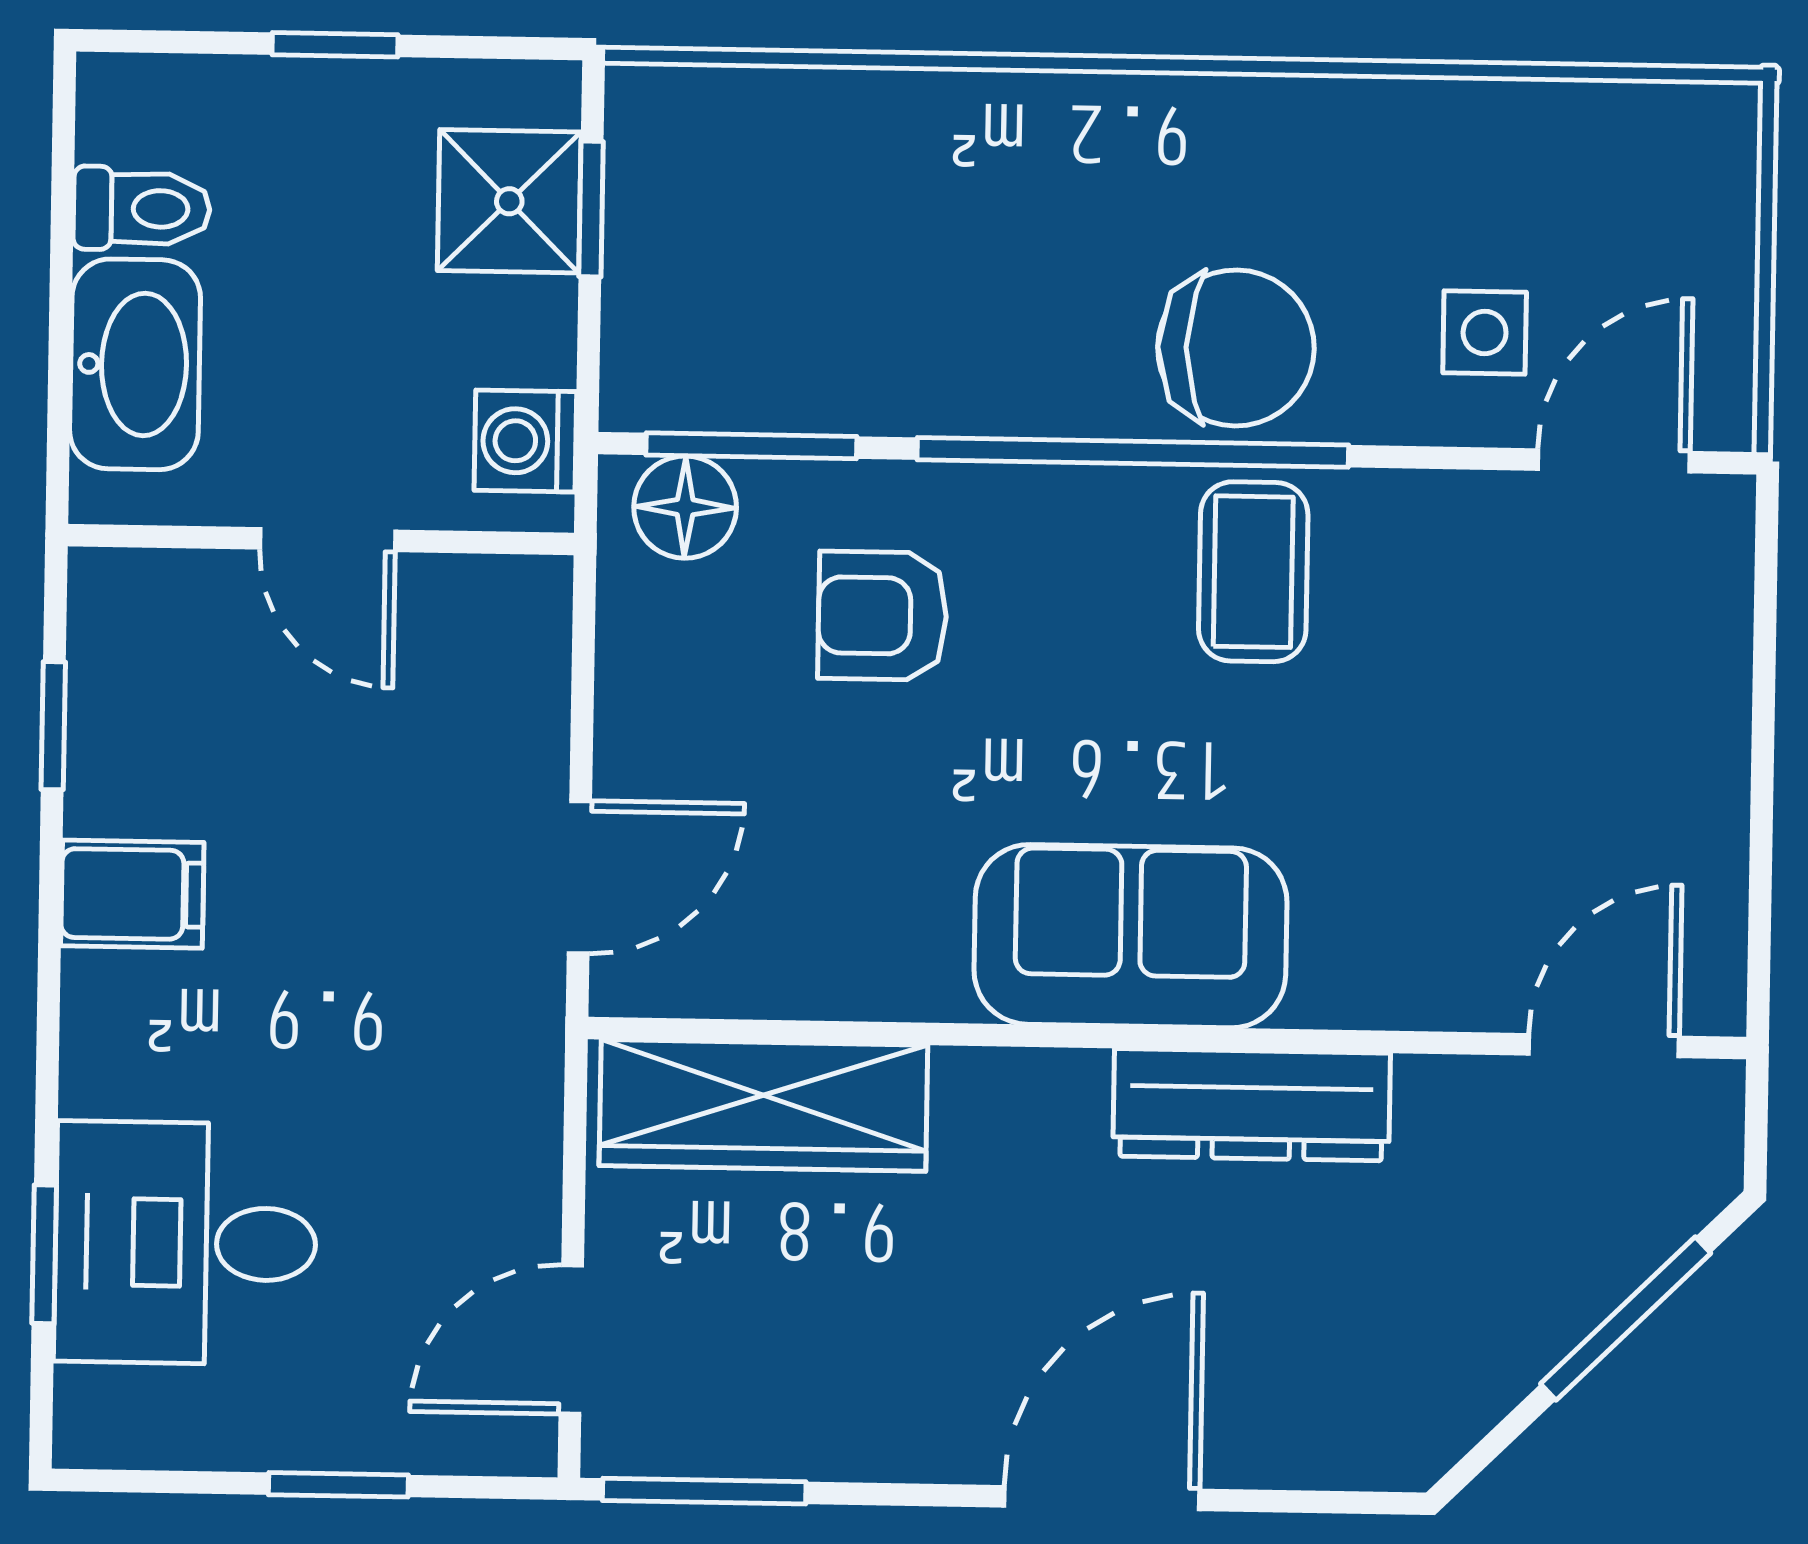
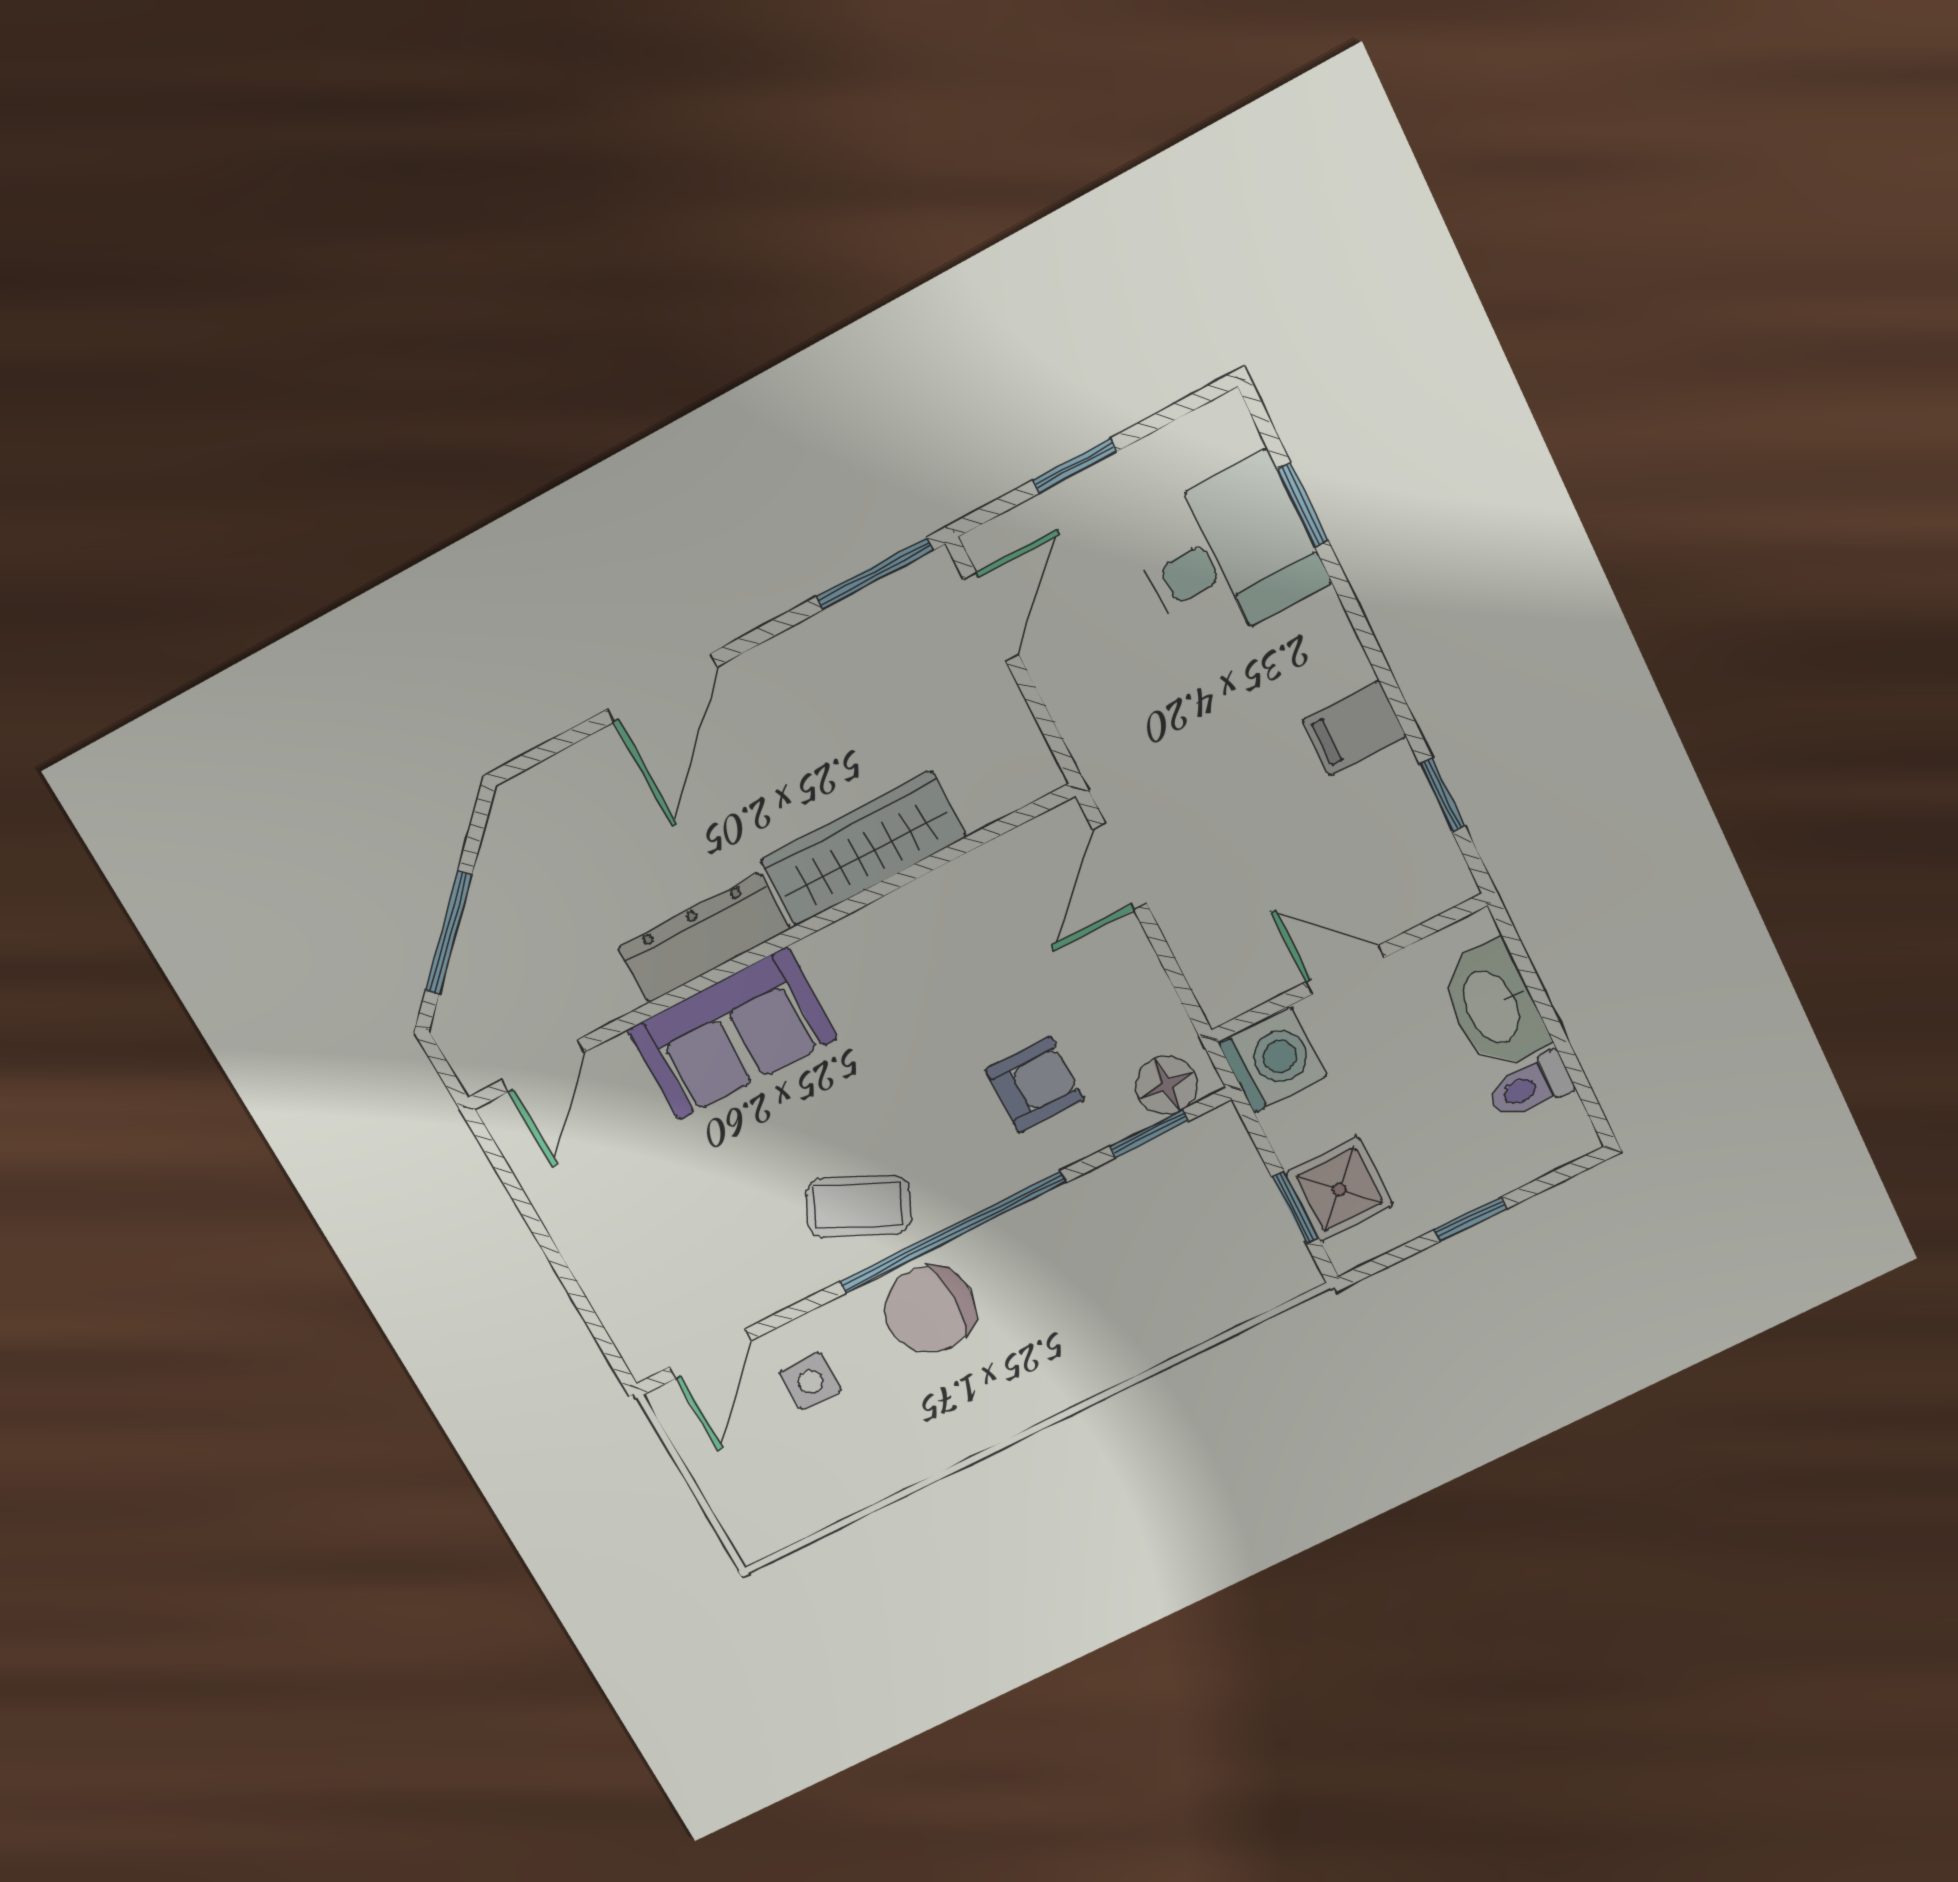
washing machine: (525, 441) -> (1273, 1060), width x1.38, depth x1.38
window: (751, 446) -> (1149, 1134), width x0.67
coffee table: (1253, 572) -> (858, 1206), turned -65
sofa: (1130, 936) -> (733, 1034), moved
wardrobe: (763, 1105) -> (863, 849), moved

